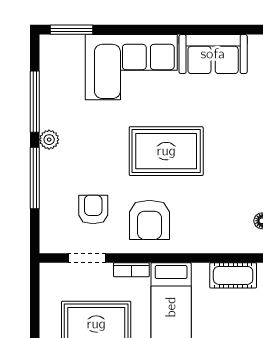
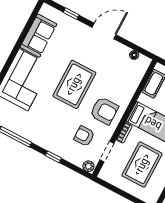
plant: (49, 140) -> (88, 166), moved
window: (35, 178) -> (53, 157), width x0.46

